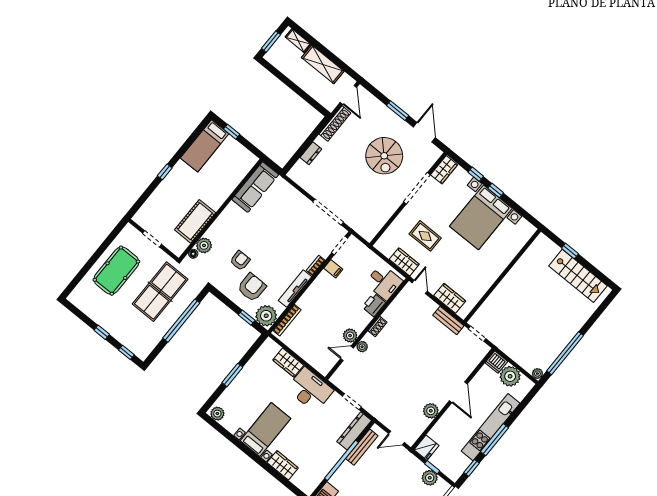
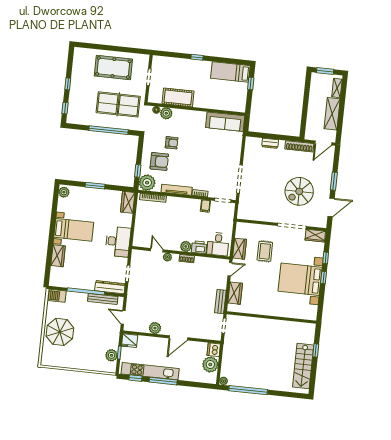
plant: (350, 336) -> (186, 246), moved
wardrobe: (288, 363) -> (128, 202), moved
kitchen unit: (491, 427) -> (150, 371), moved

